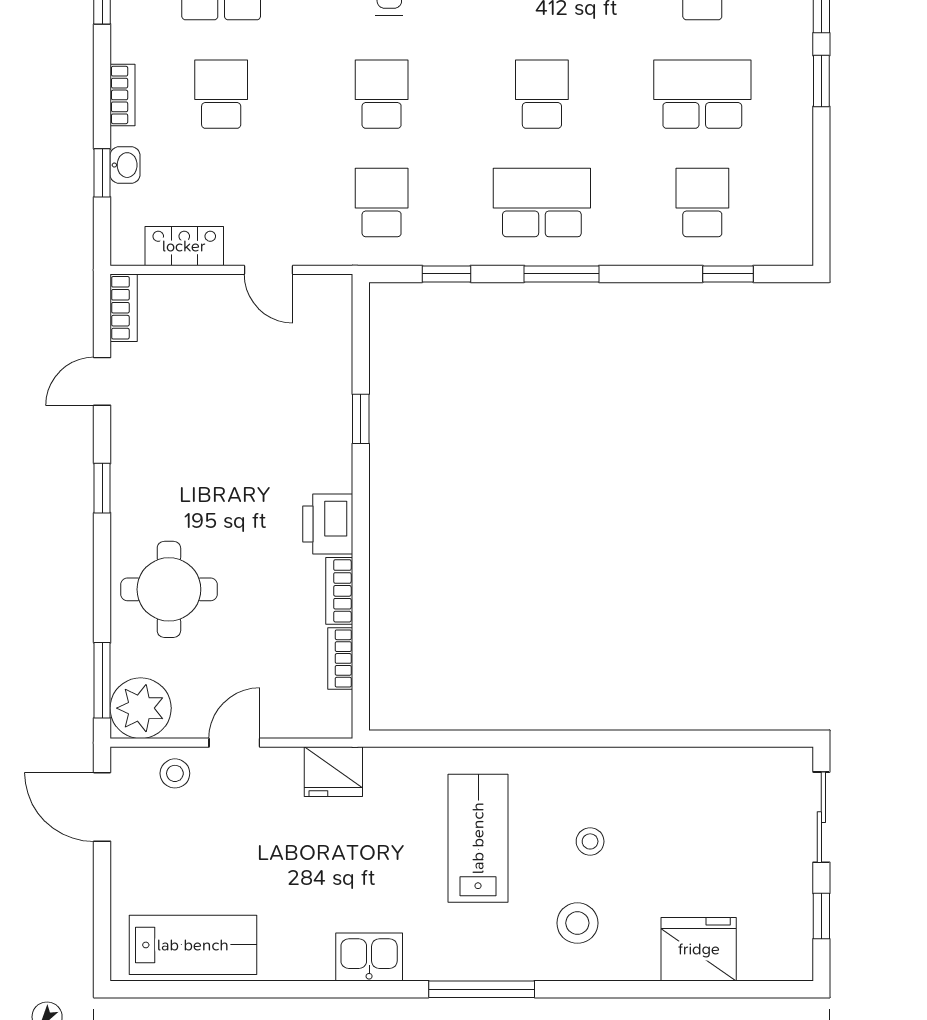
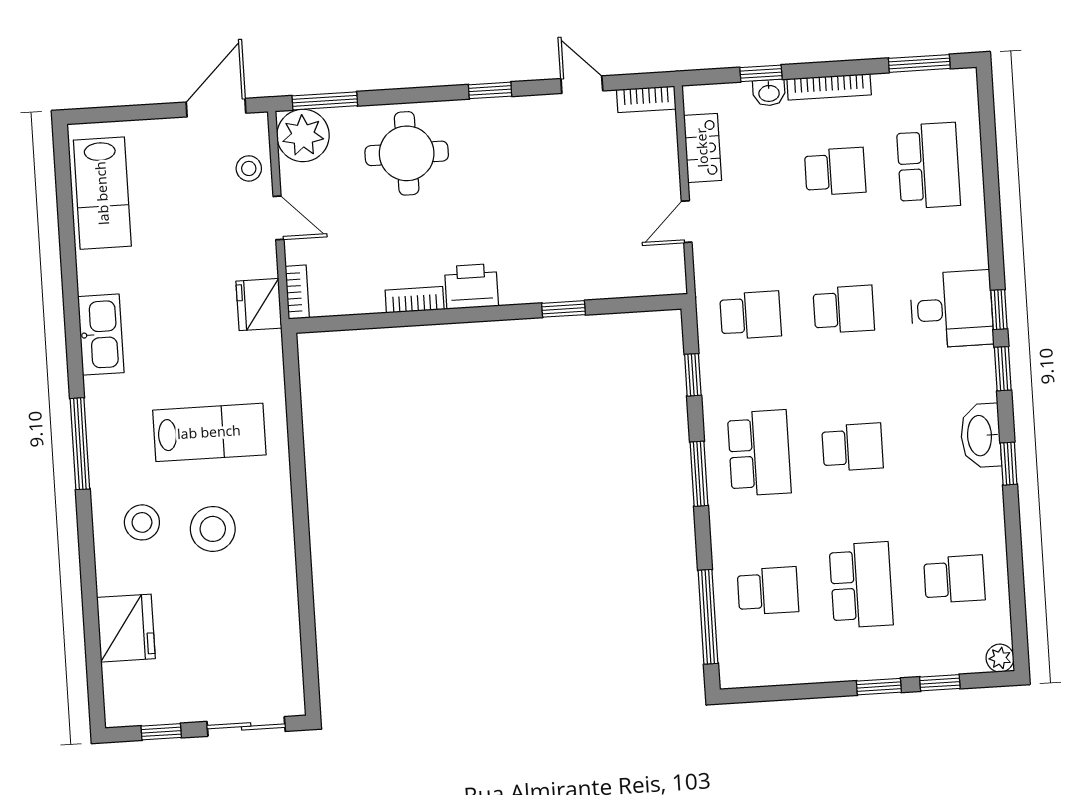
bookcase: (123, 95) -> (829, 87), width x1.56
window: (728, 274) -> (708, 617), width x2.17
bookcase: (340, 658) -> (297, 292), moved, turned 90
stool: (590, 841) -> (213, 529), width x1.89, depth x1.89
kitchen sink: (369, 957) -> (101, 335), width x1.38

